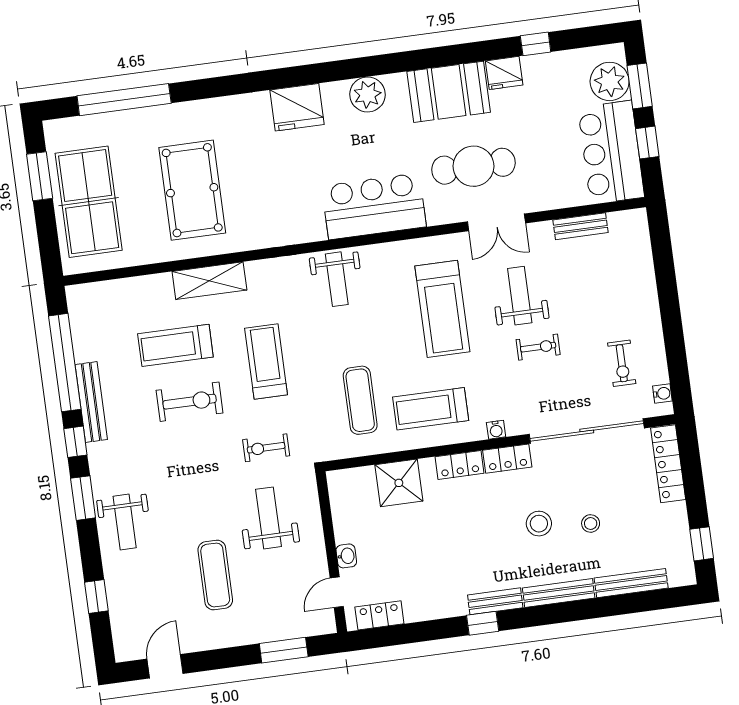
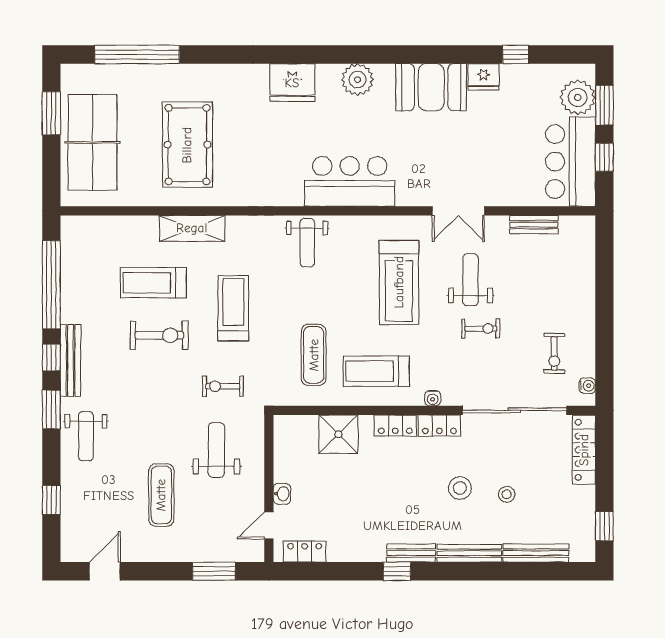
cafe table: (473, 166) -> (444, 157), removed
bench: (91, 402) -> (70, 360), moved

